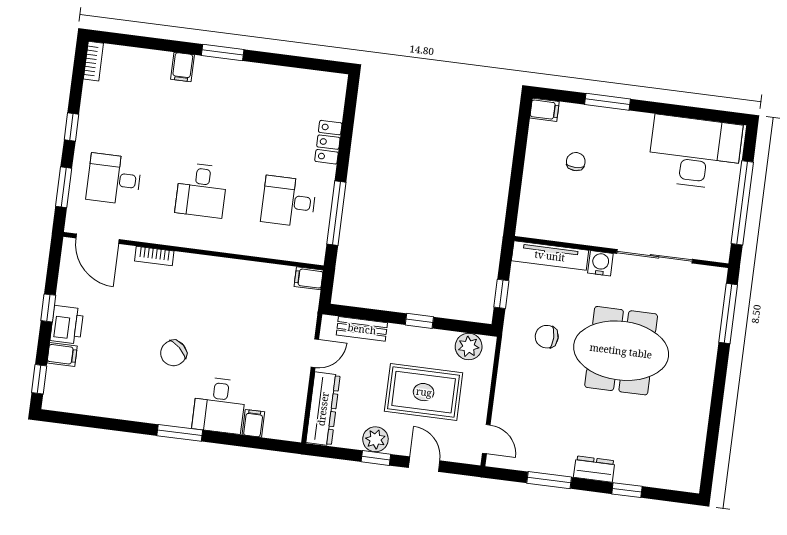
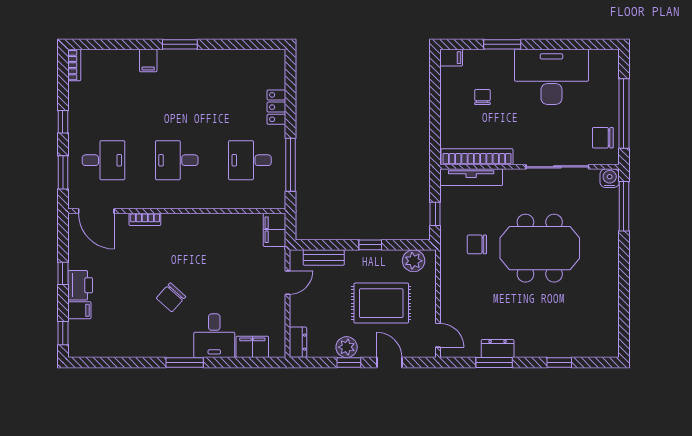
desk: (695, 152) -> (551, 77), moved
desk: (114, 179) -> (104, 160), turned 180
desk: (201, 190) -> (177, 160), turned 90
chair: (713, 229) -> (603, 138), added
bookcase: (560, 232) -> (477, 157), added
water cooler: (600, 263) -> (610, 178), moved
filing cabinet: (309, 278) -> (274, 230), width x2.00
dresser: (323, 409) -> (298, 342), width x0.51, depth x0.80
filing cabinet: (253, 423) -> (252, 347), width x2.00
dresser: (594, 469) -> (498, 349), moved

